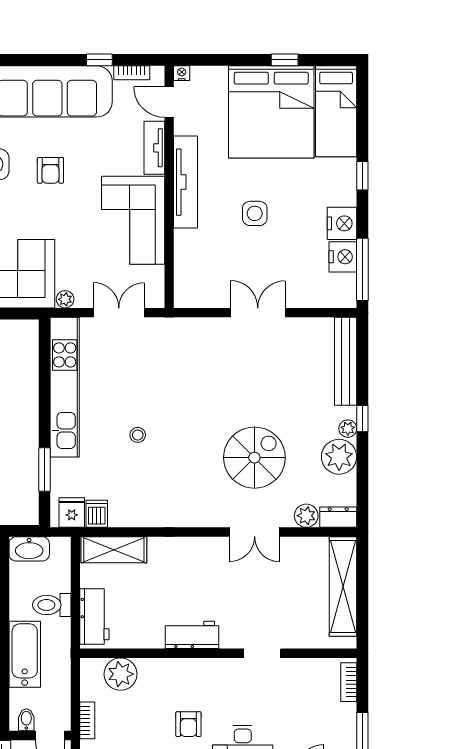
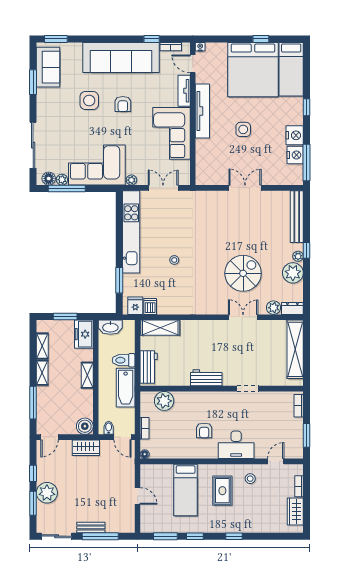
double door: (255, 532) -> (243, 317), swing flipped
bathtub: (25, 654) -> (126, 388), moved, turned 180

